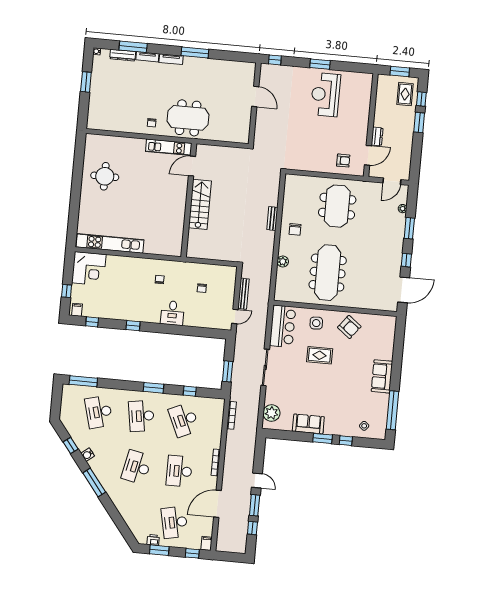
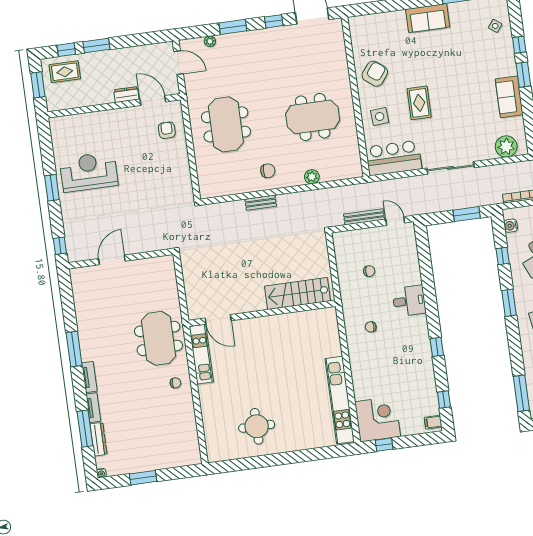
reception desk: (326, 95) -> (89, 172), turned 180
stairs: (200, 204) -> (298, 294), moved
meeting table: (337, 206) -> (226, 124), turned 90
meeting table: (328, 273) -> (313, 117), width x0.73
window: (67, 291) -> (384, 445), moved
water cooler: (211, 403) -> (511, 226), added

